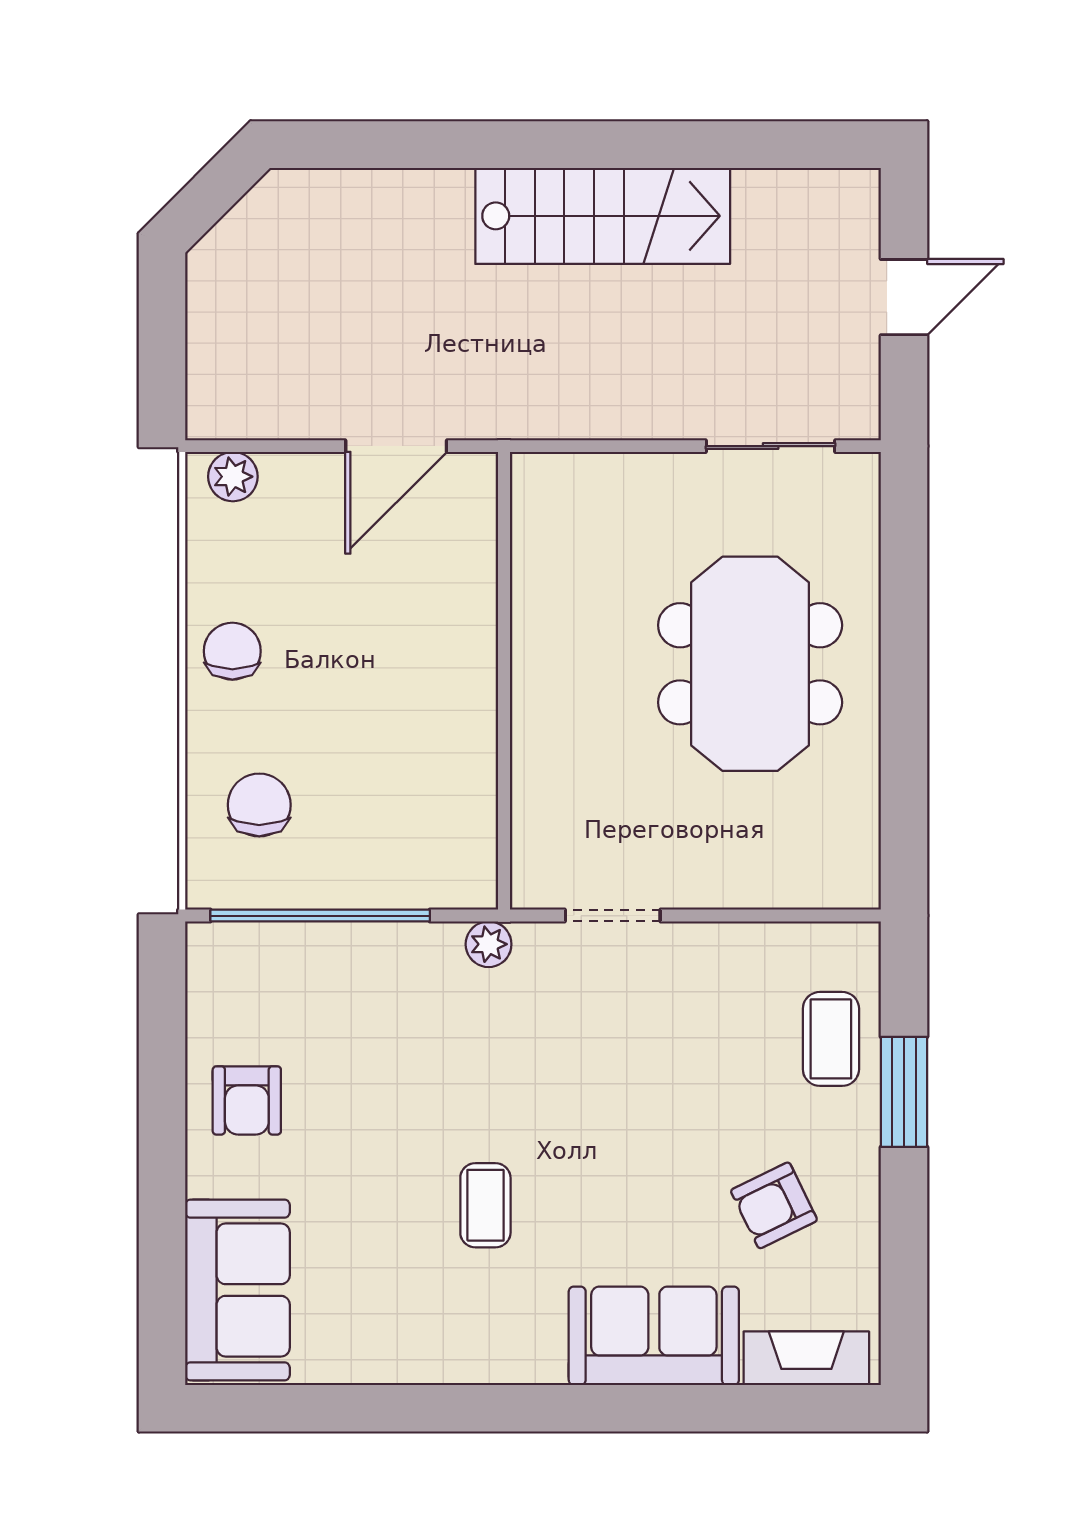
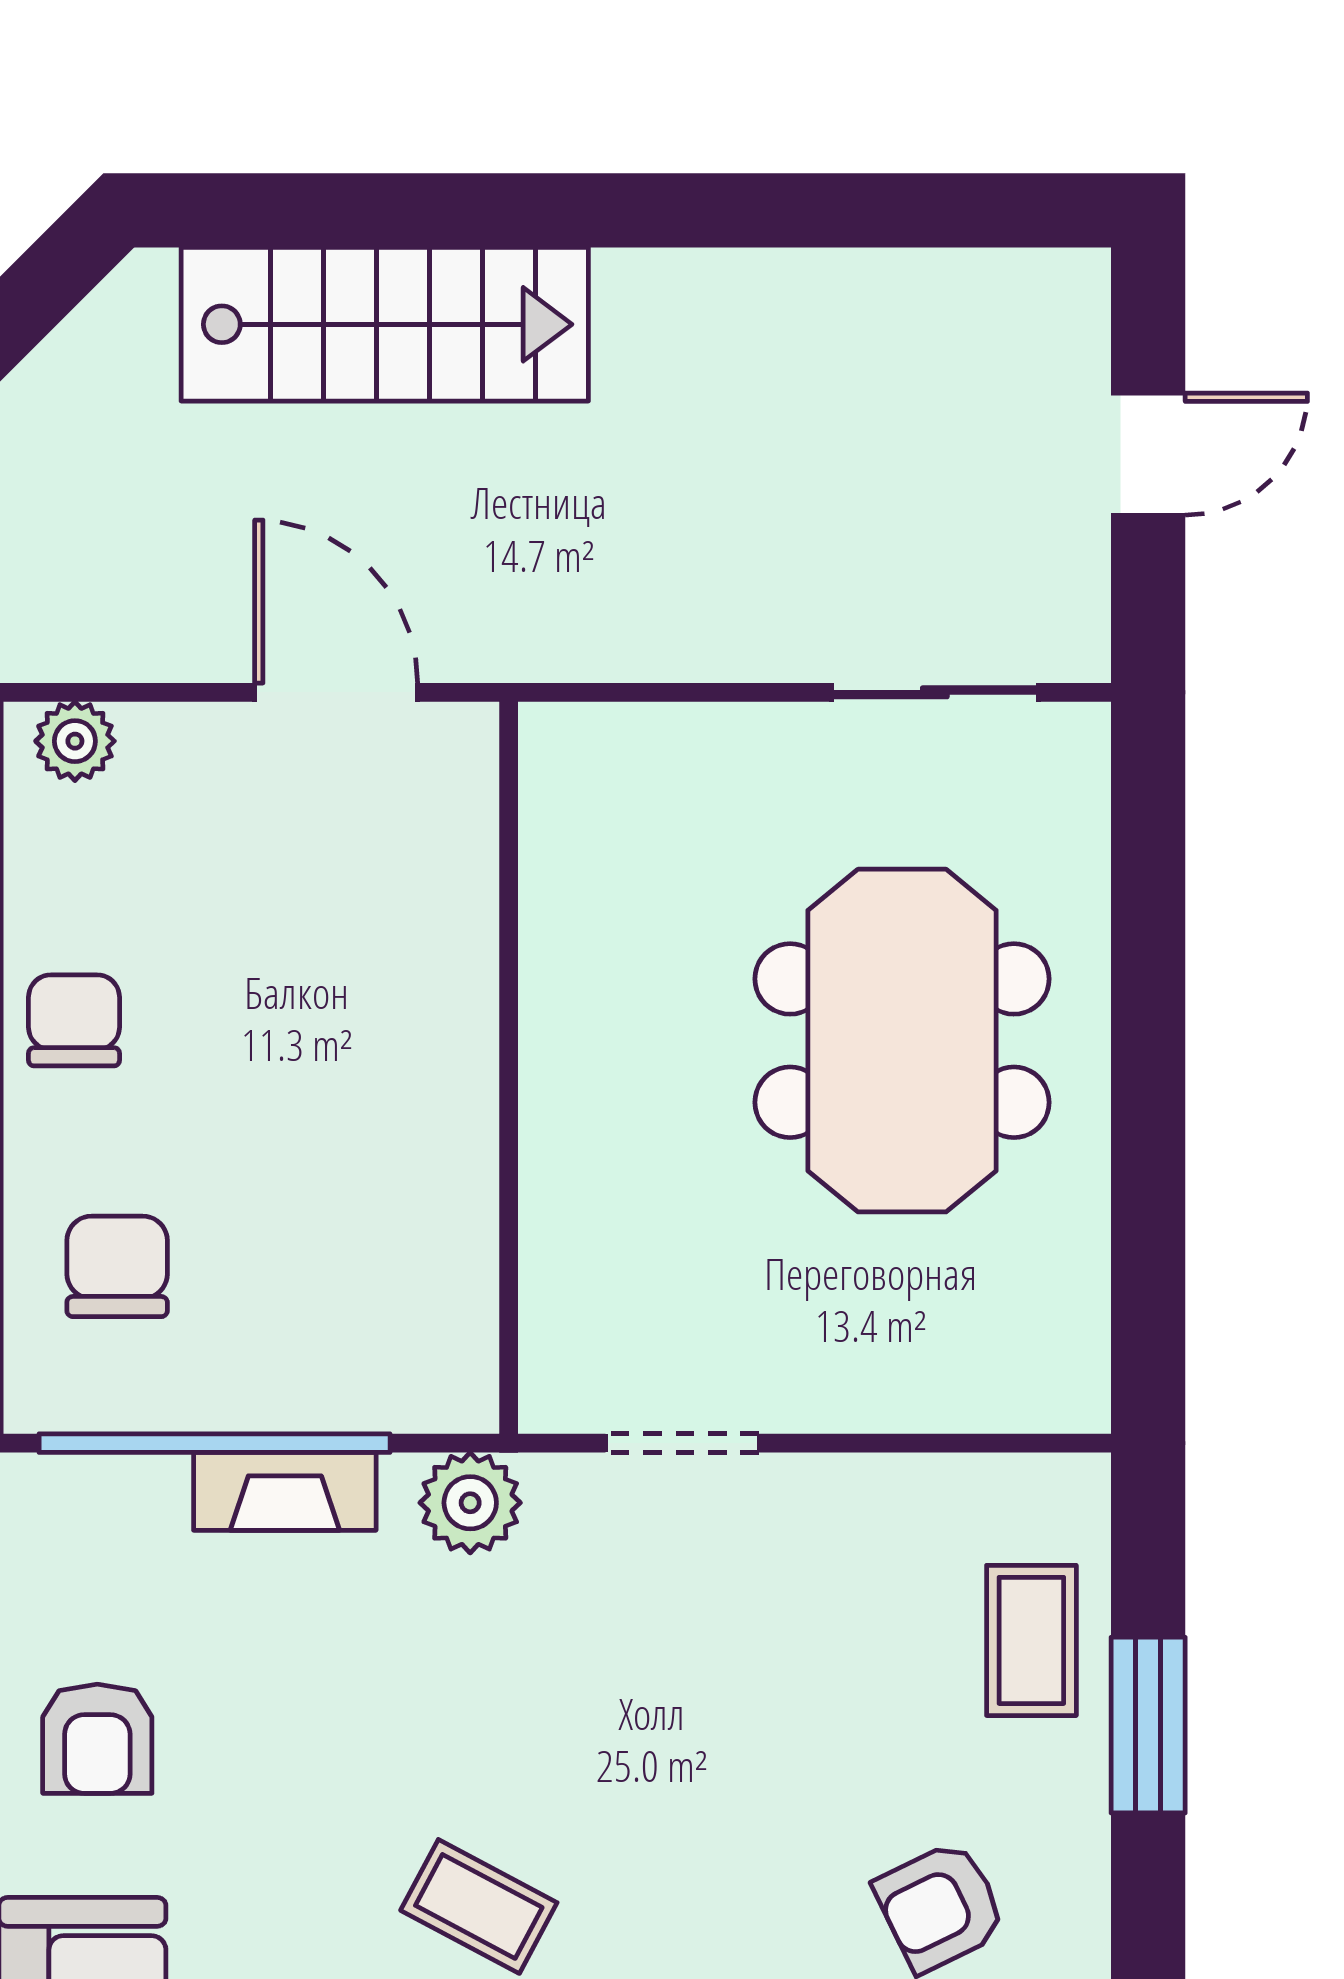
stairs: (603, 216) -> (385, 324), moved
door: (396, 446) -> (336, 692), swing flipped
plant: (489, 944) -> (470, 1503), width x1.38, depth x1.38
fireplace: (364, 946) -> (285, 1491), added
coffee table: (485, 1205) -> (479, 1906), turned -62

